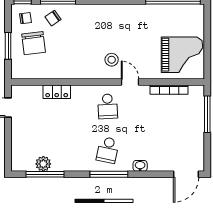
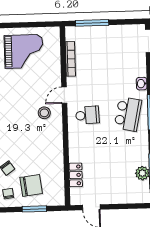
grand piano: (182, 55) -> (24, 51), moved, turned 90
locker: (57, 92) -> (76, 175), moved
school desk: (108, 150) -> (128, 114), width x1.85

